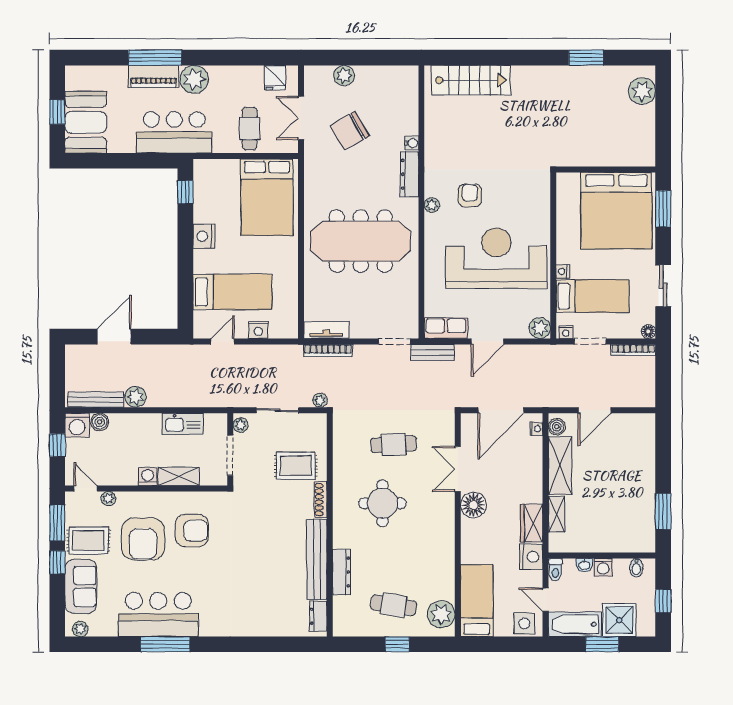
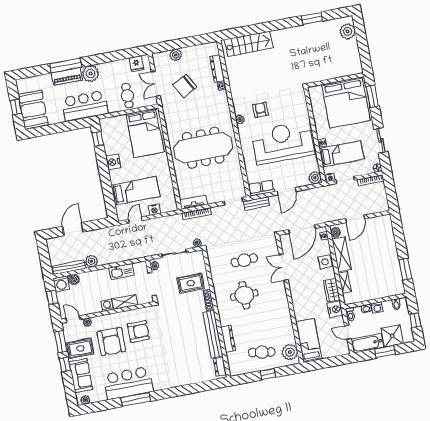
dresser: (410, 174) -> (217, 69), moved
floor lamp: (473, 505) -> (296, 286), removed
side table: (524, 623) -> (325, 262), moved

